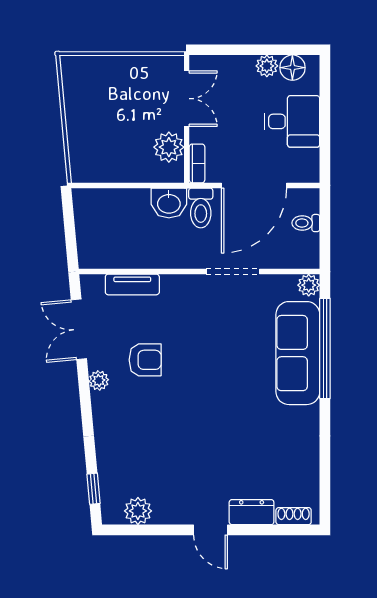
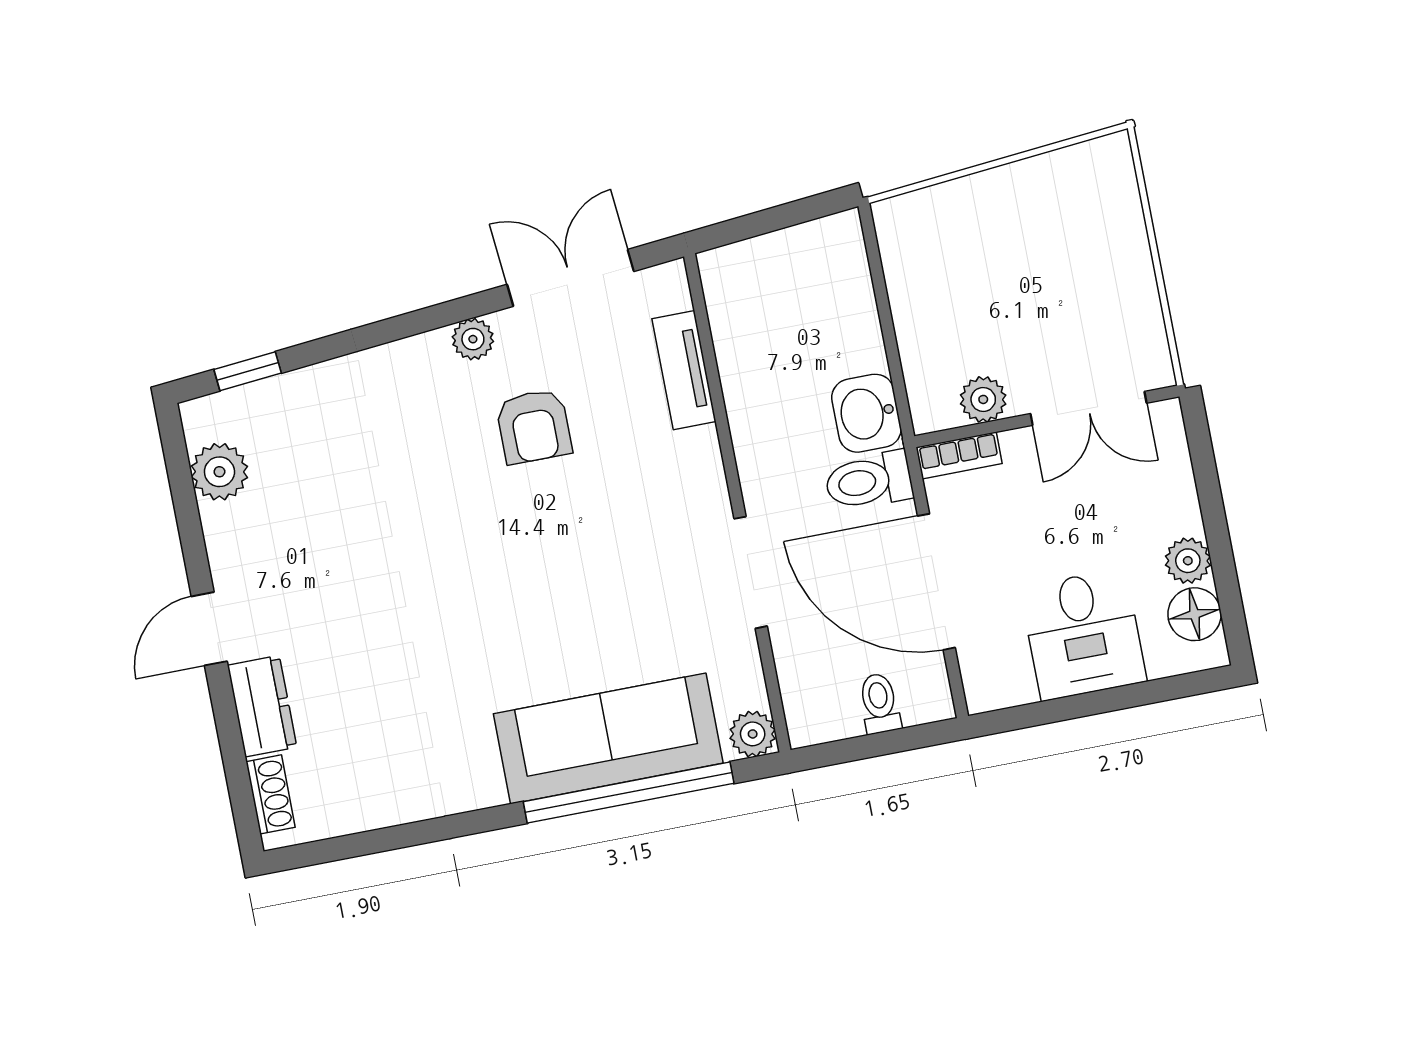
plant: (169, 147) -> (983, 399), width x0.73, depth x0.73

